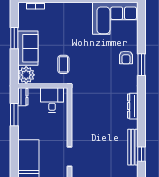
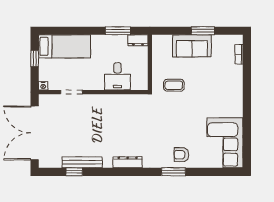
plant: (26, 75) -> (162, 44), removed
desk: (52, 100) -> (117, 76), moved, turned 90

